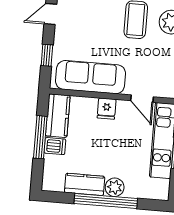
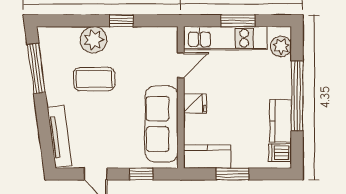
window: (40, 137) -> (232, 174), width x0.69
dishwasher: (55, 146) -> (280, 153), moved, turned -90
plant: (115, 187) -> (281, 46), moved

